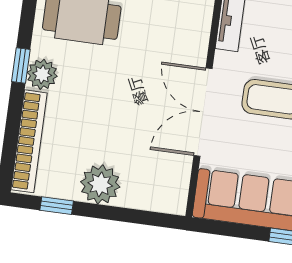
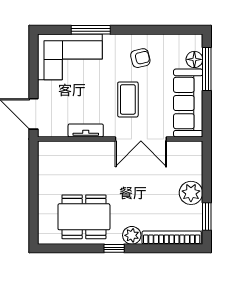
window: (21, 66) -> (114, 248), moved
window: (57, 206) -> (207, 217), width x1.50

